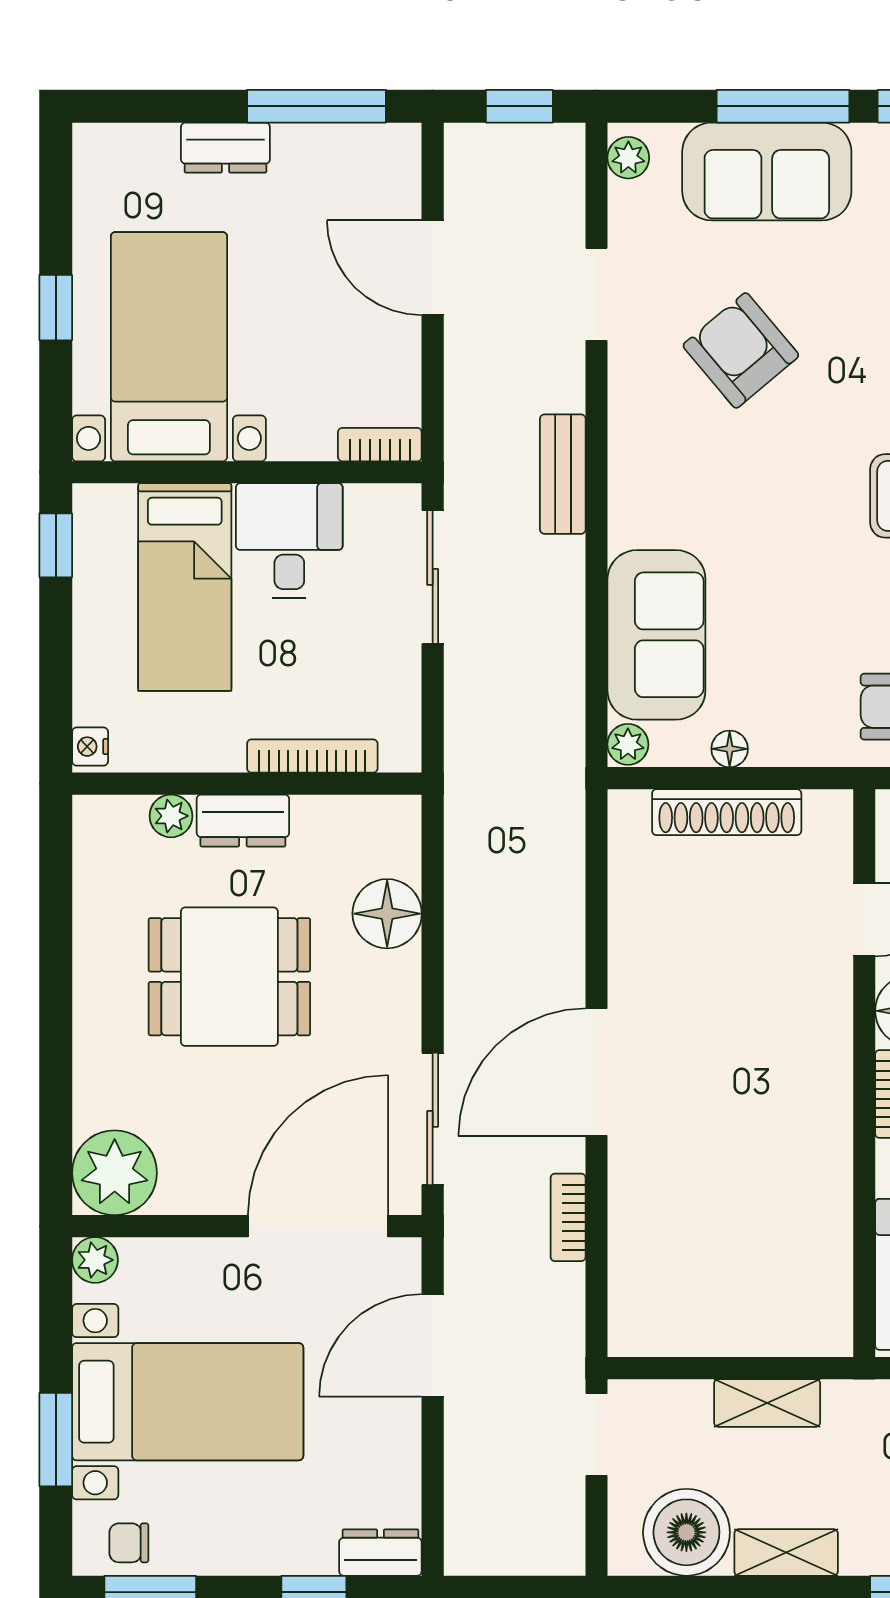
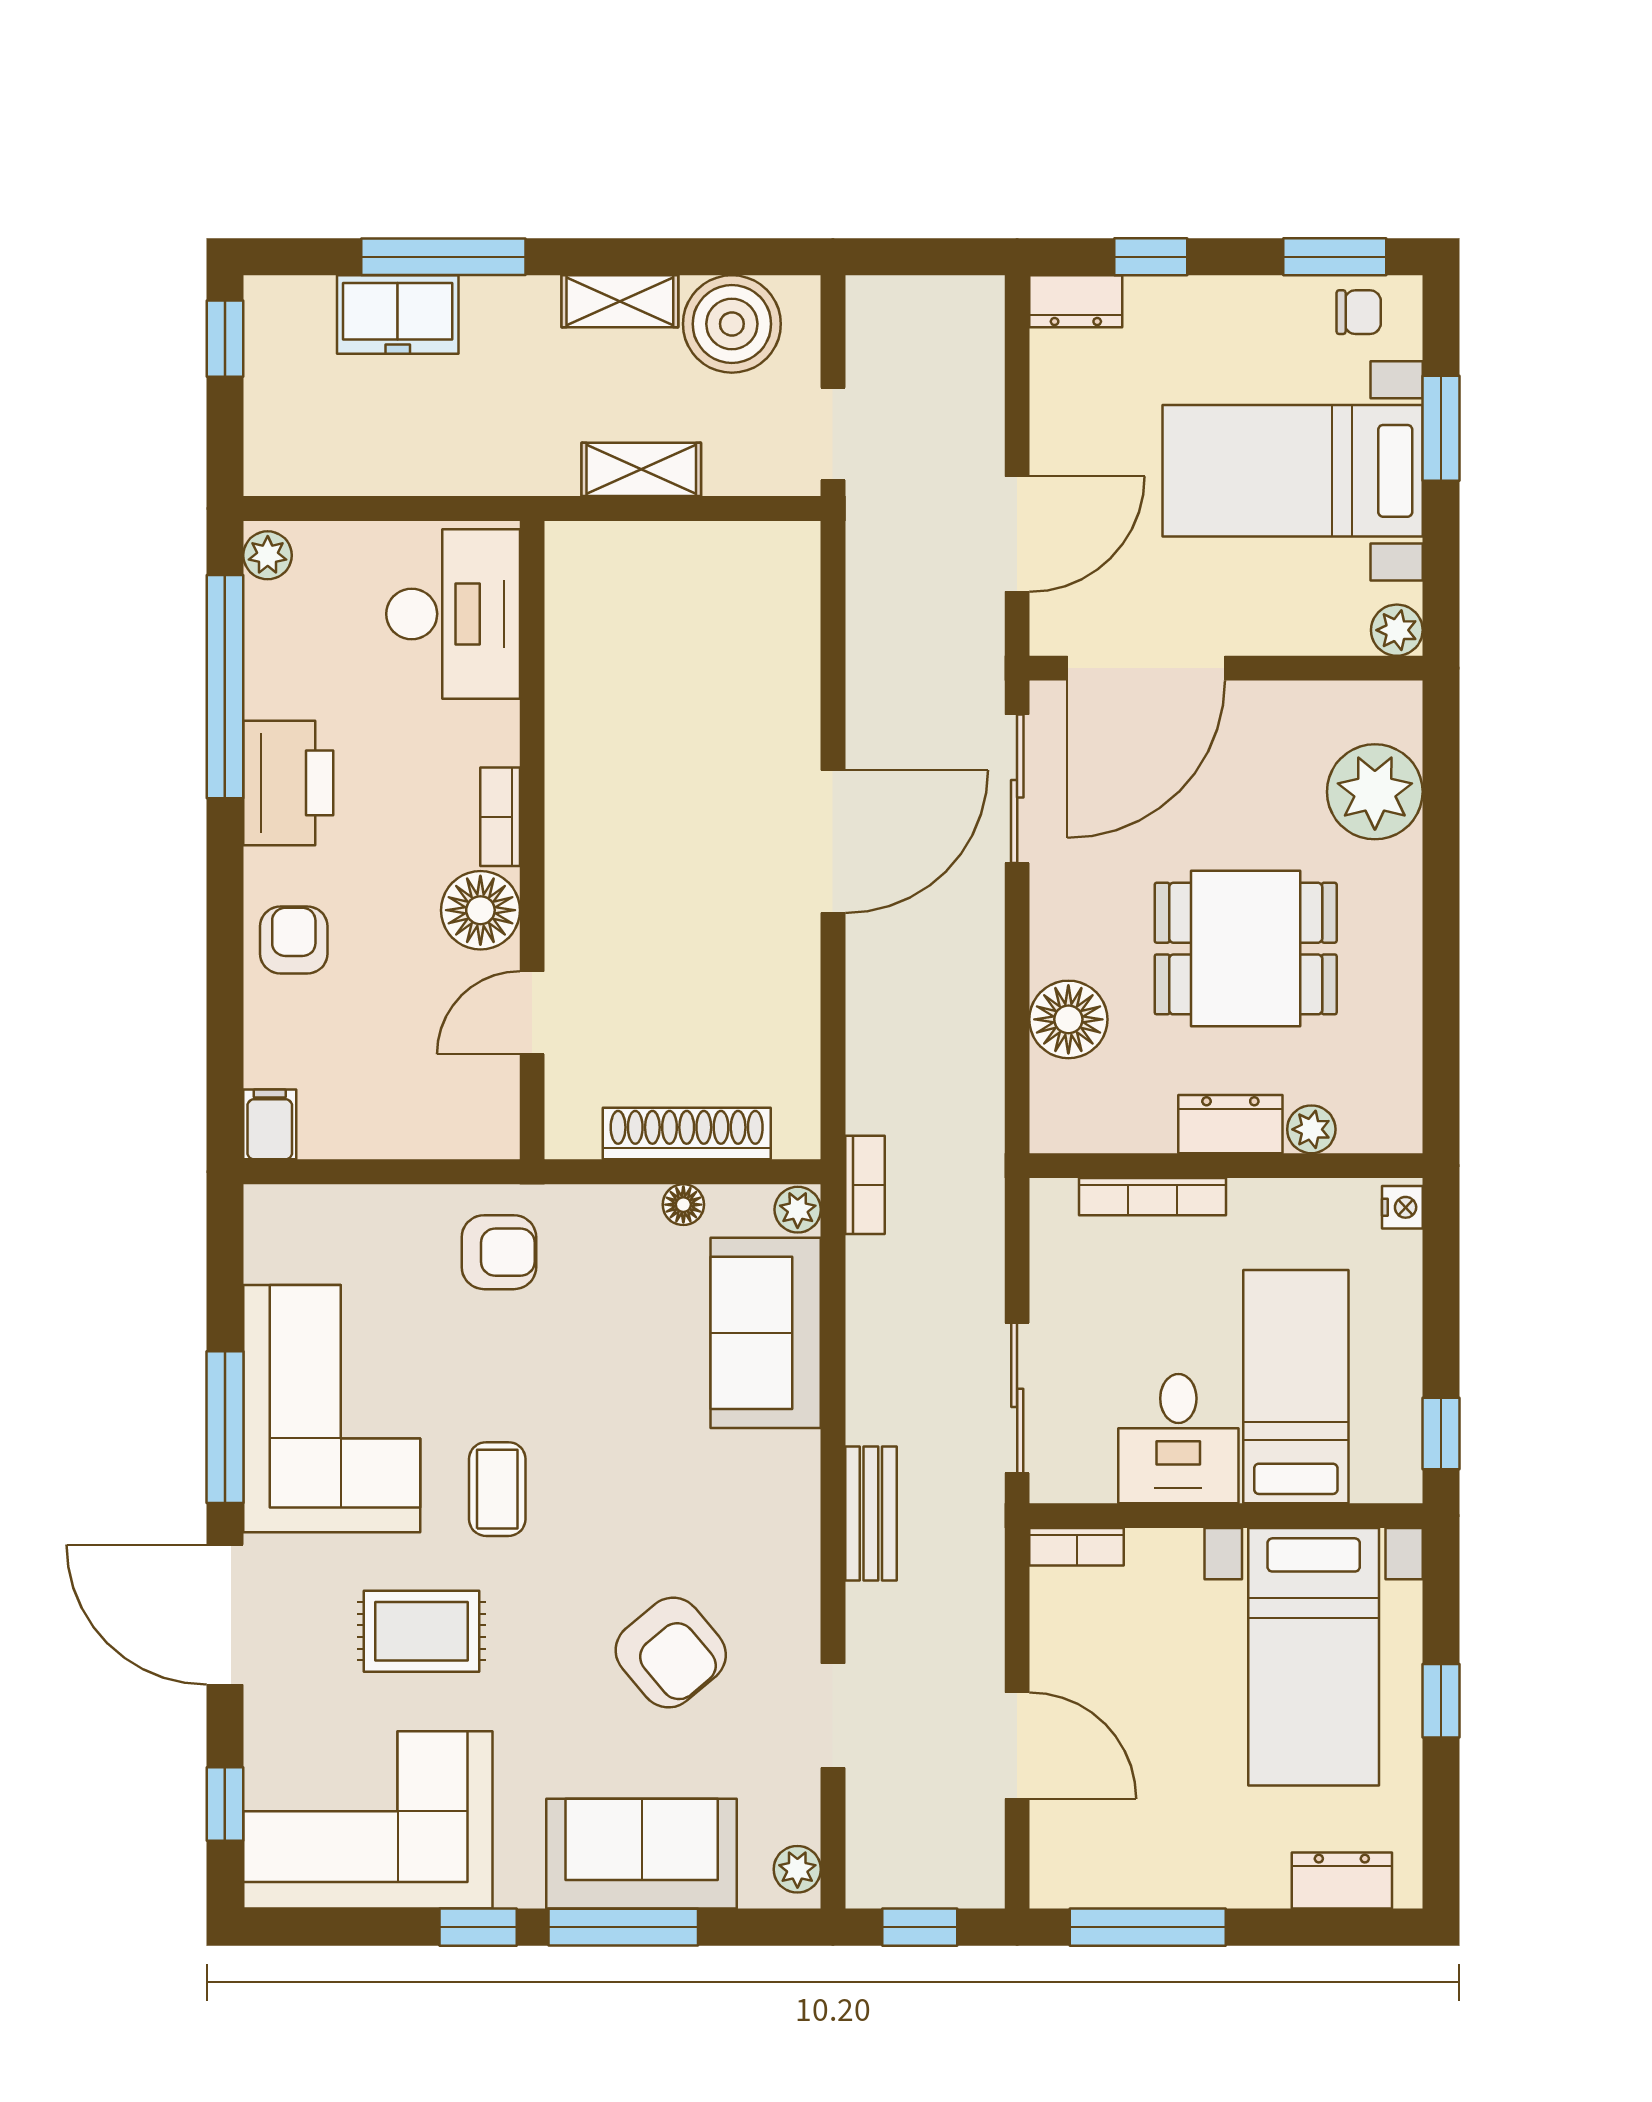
dresser: (225, 148) -> (1342, 1881), moved
plant: (115, 1173) -> (1375, 792), moved
bookcase: (568, 1217) -> (865, 1185), moved

